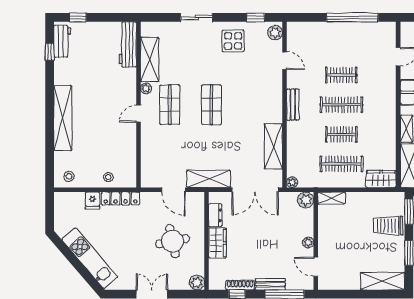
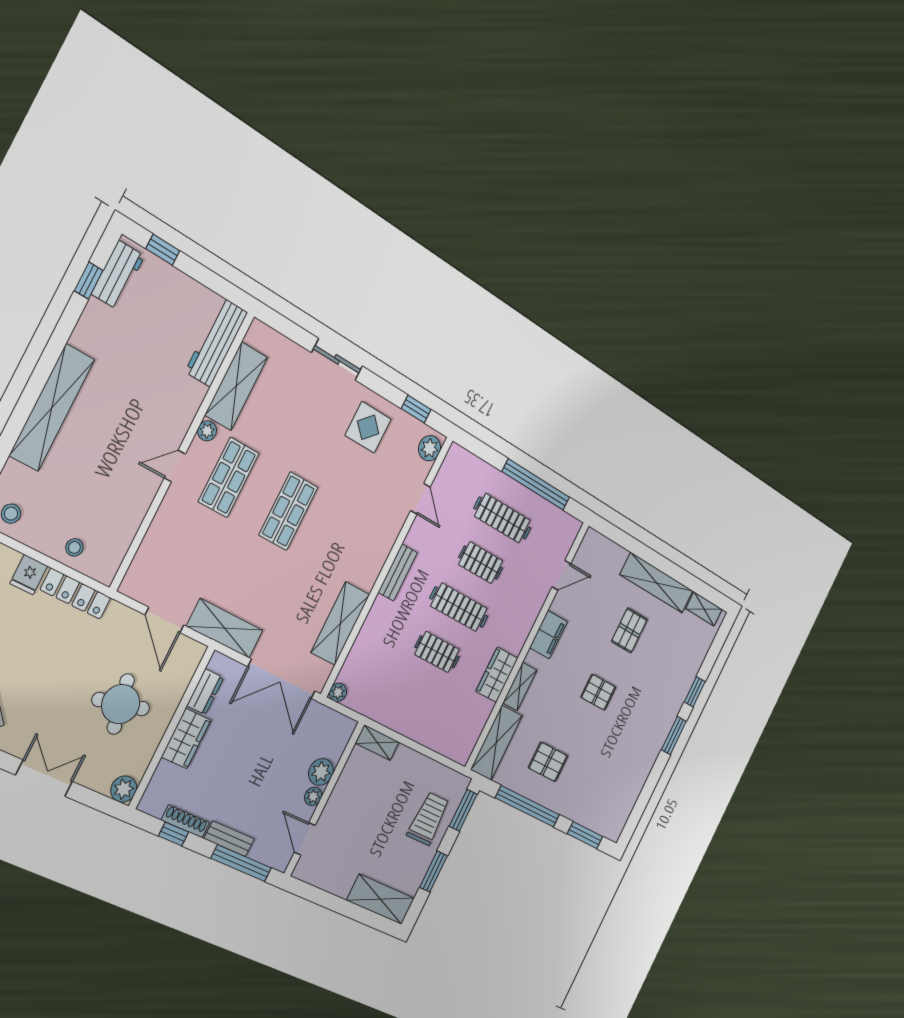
clothes rail: (341, 164) -> (502, 518), moved
wardrobe: (381, 179) -> (497, 675), moved, turned -90
plant: (306, 200) -> (321, 772), moved
trolley: (388, 225) -> (428, 819), turned 90

